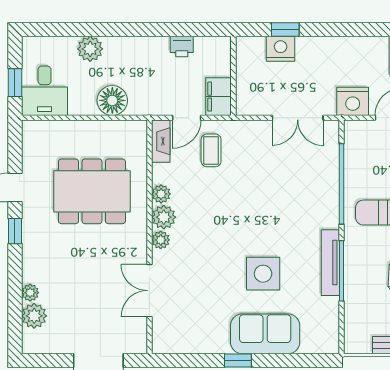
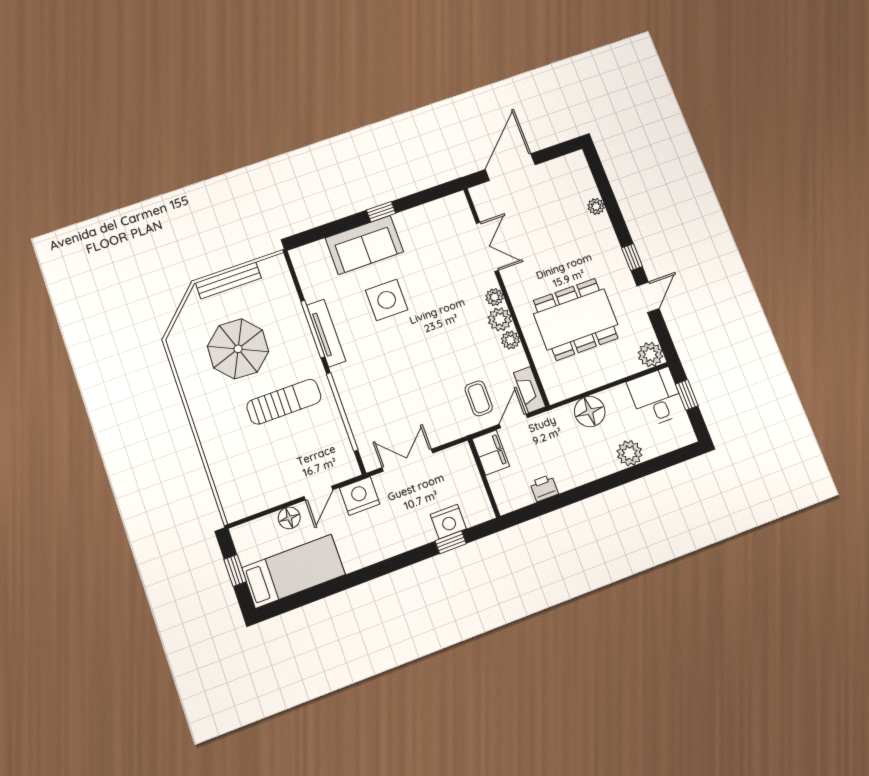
plant: (34, 316) -> (650, 355), moved

